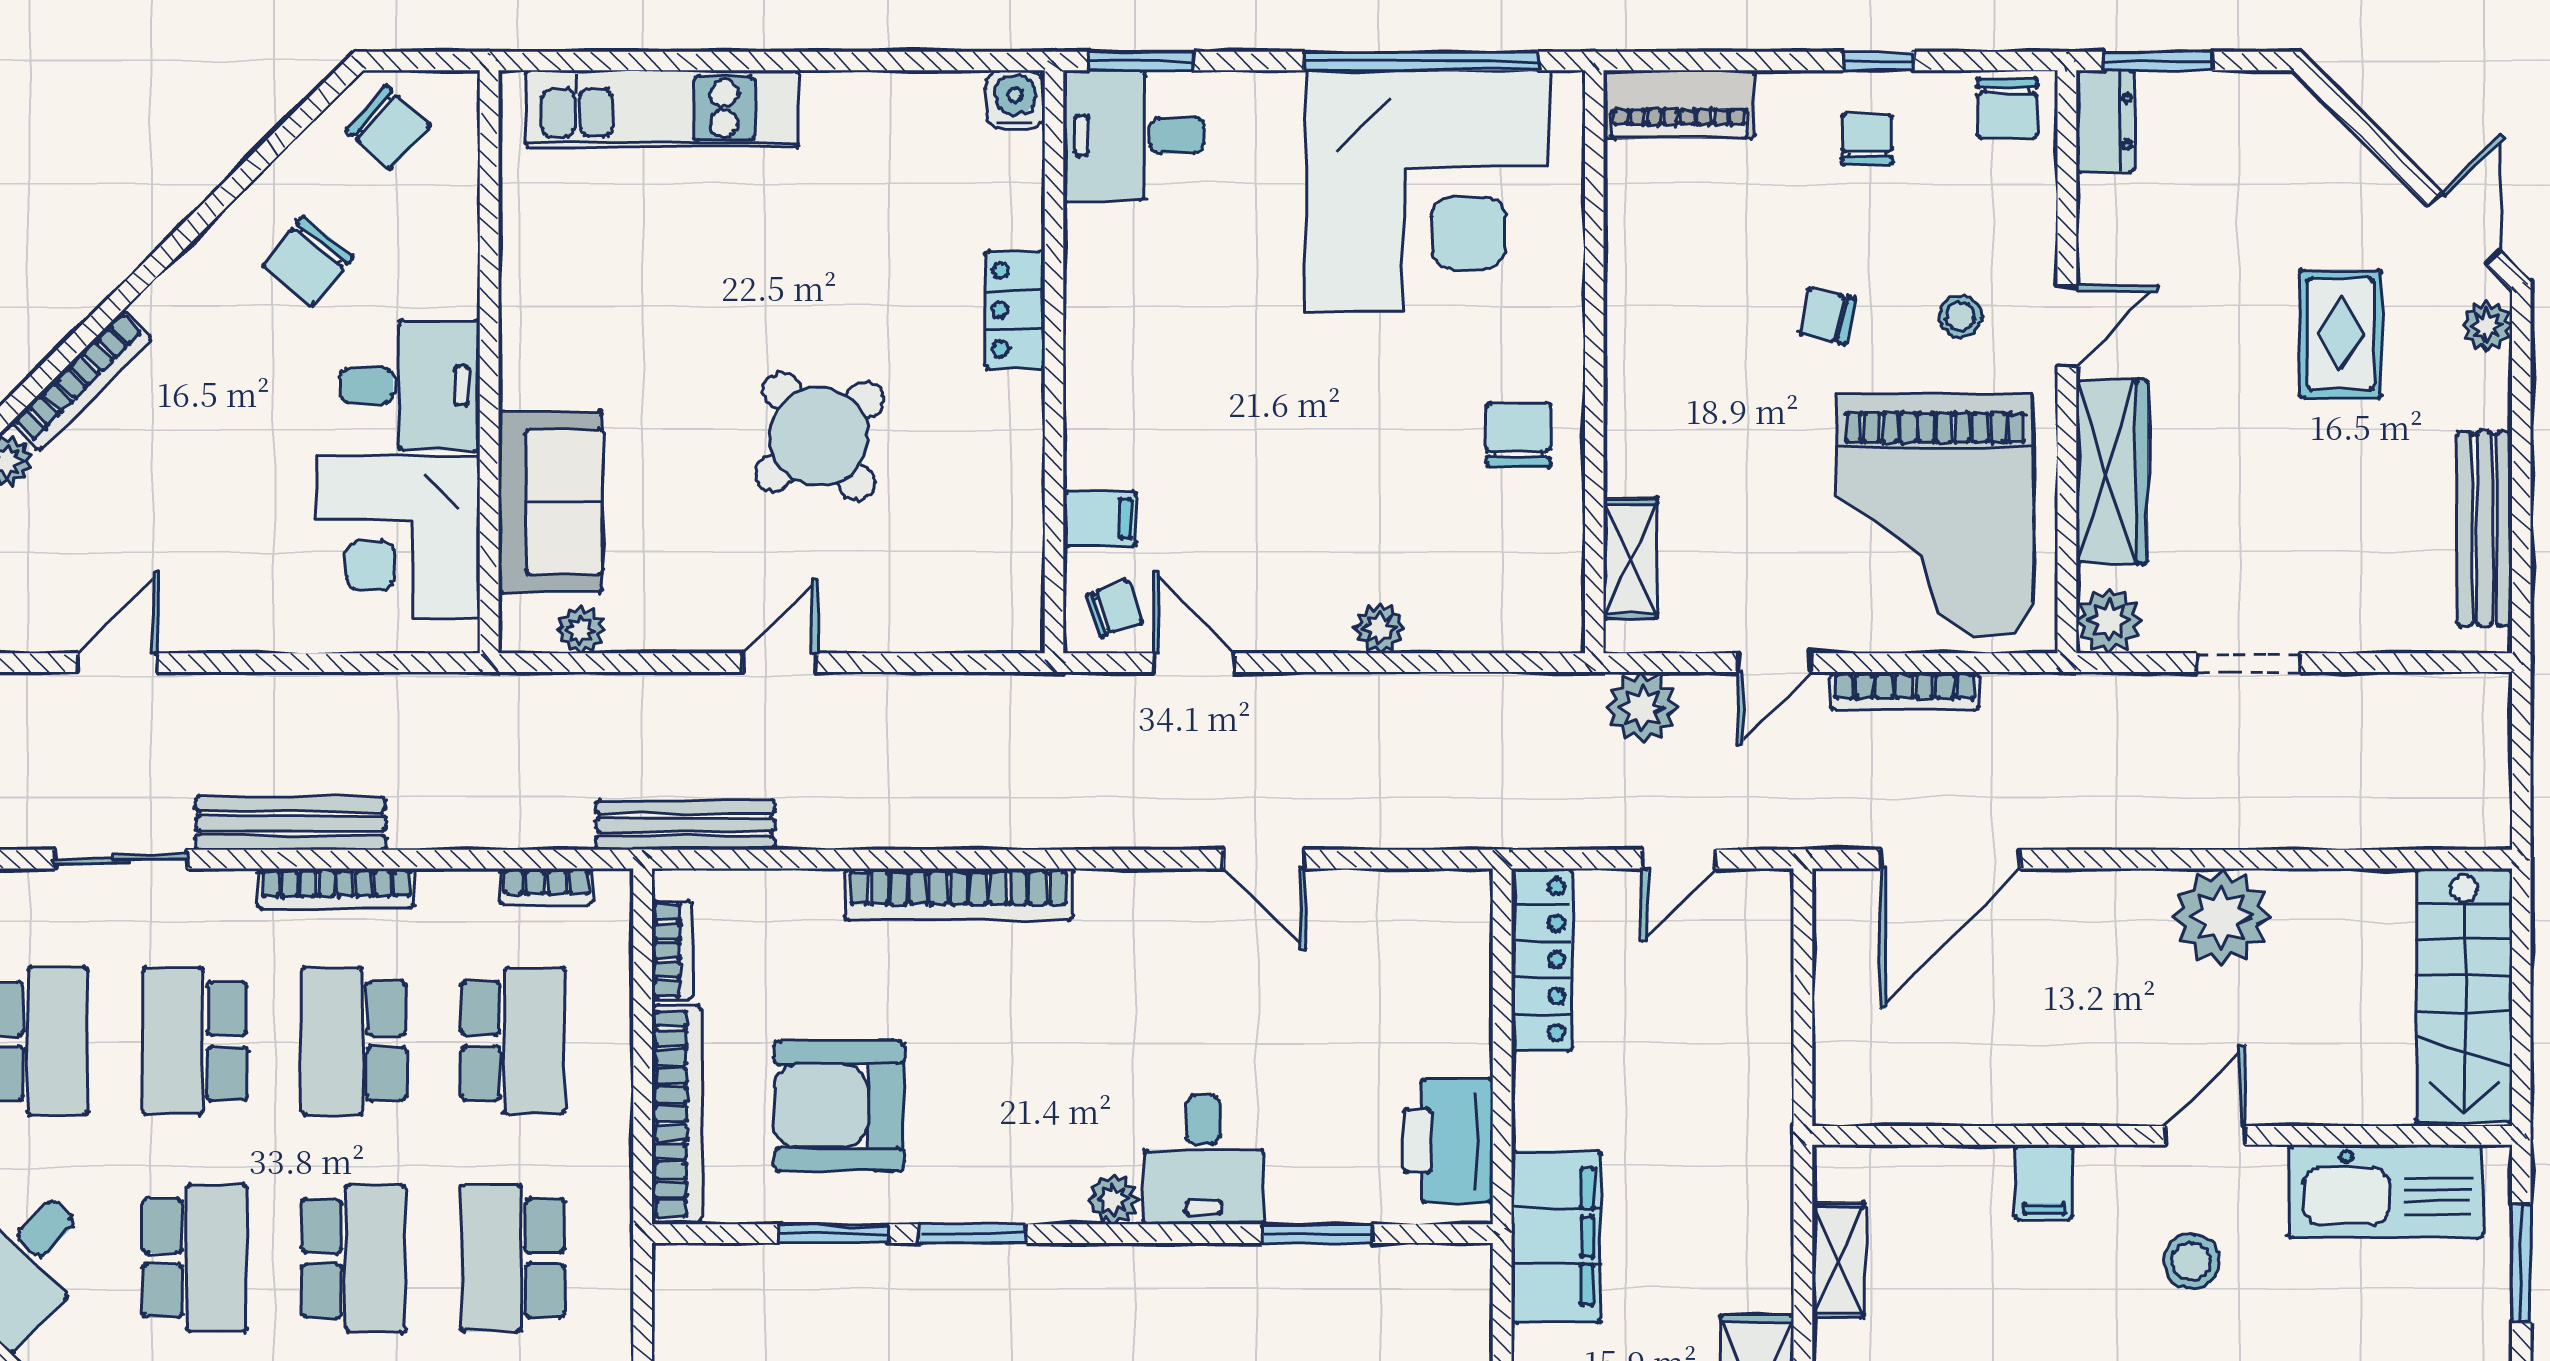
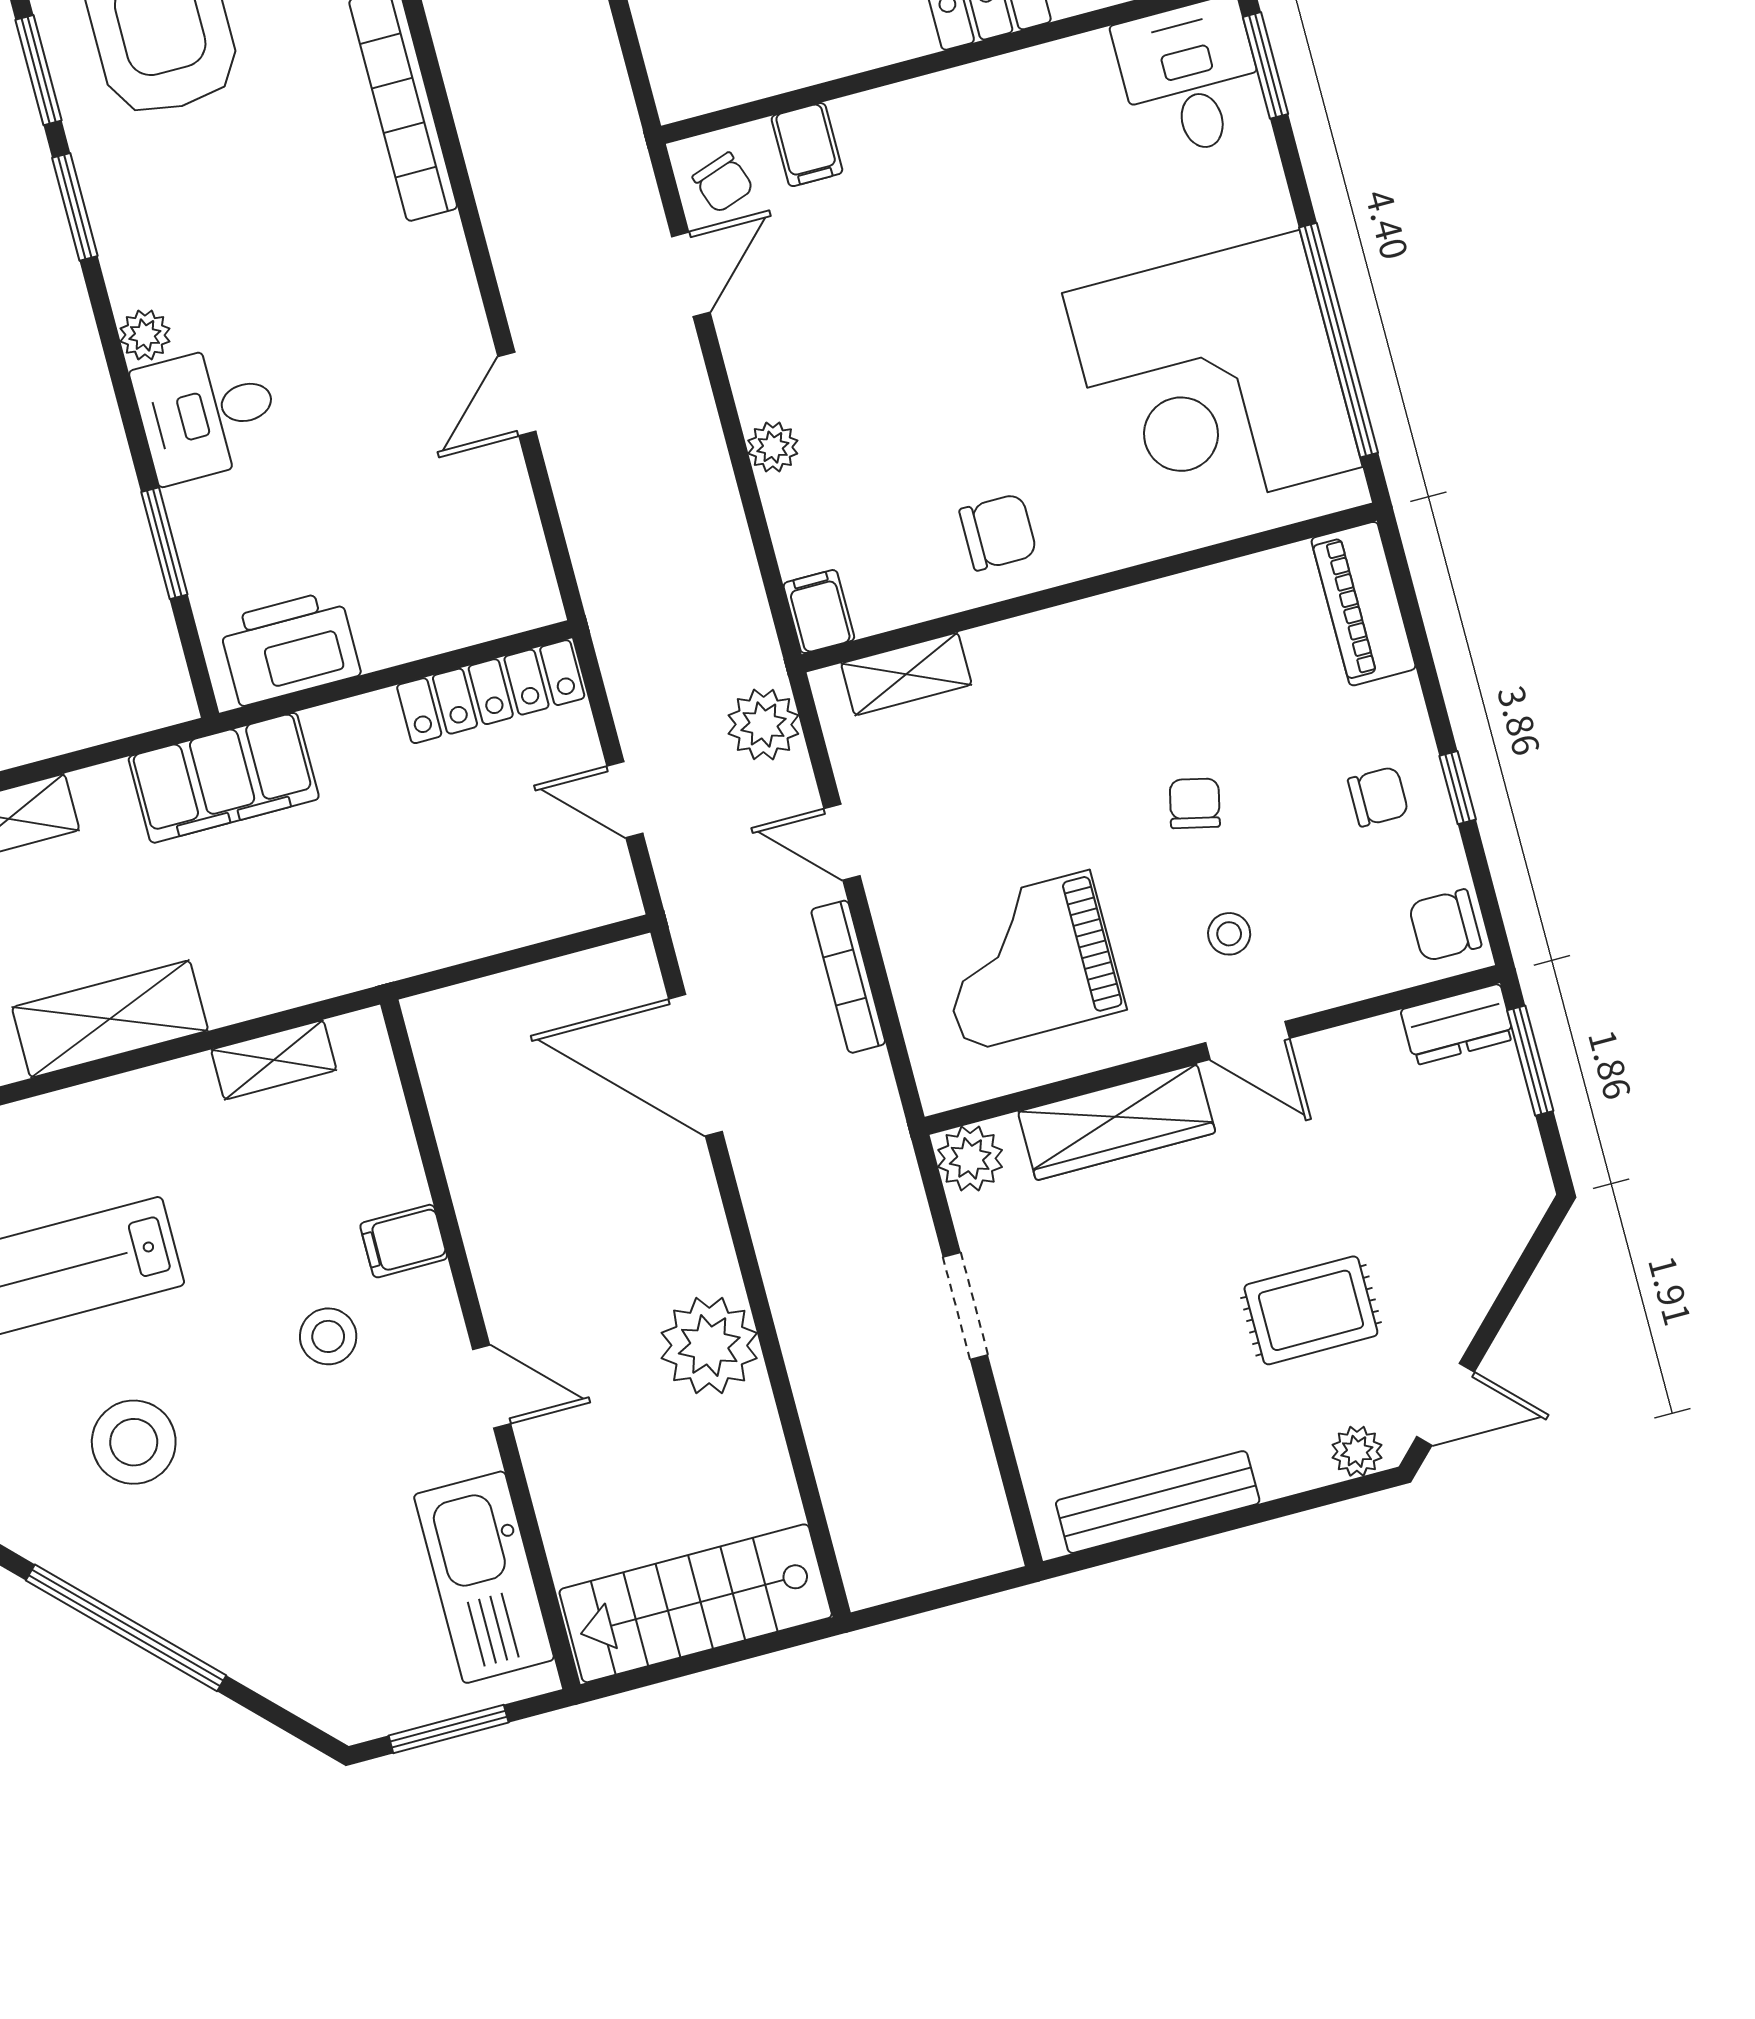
grand piano: (1935, 516) -> (1027, 961), width x0.73, depth x0.68
filing cabinet: (1549, 626) -> (819, 612), added
stool: (2191, 1261) -> (328, 1336), moved

